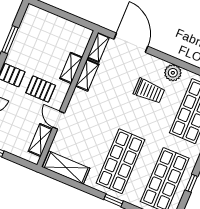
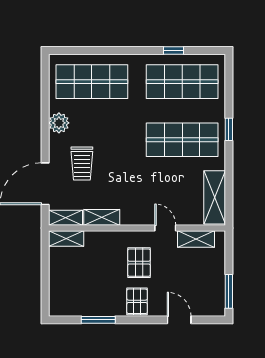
shelving: (71, 68) -> (66, 239), moved
trolley: (149, 91) -> (82, 164), moved, turned 180
door: (59, 120) -> (165, 228), swing flipped

